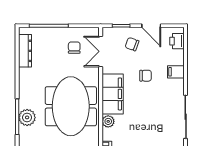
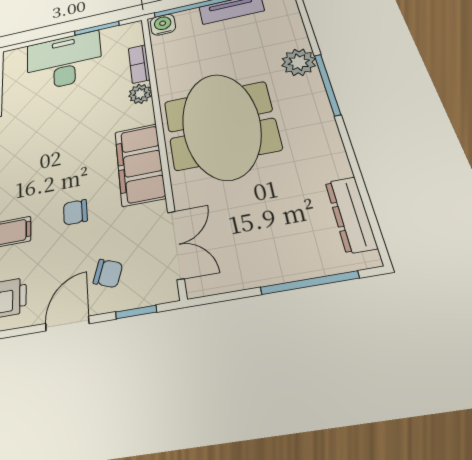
door: (151, 26) -> (67, 324), hinge flipped
chair: (74, 48) -> (237, 242), removed
plant: (27, 117) -> (299, 62), moved
plant: (108, 121) -> (140, 94), moved

